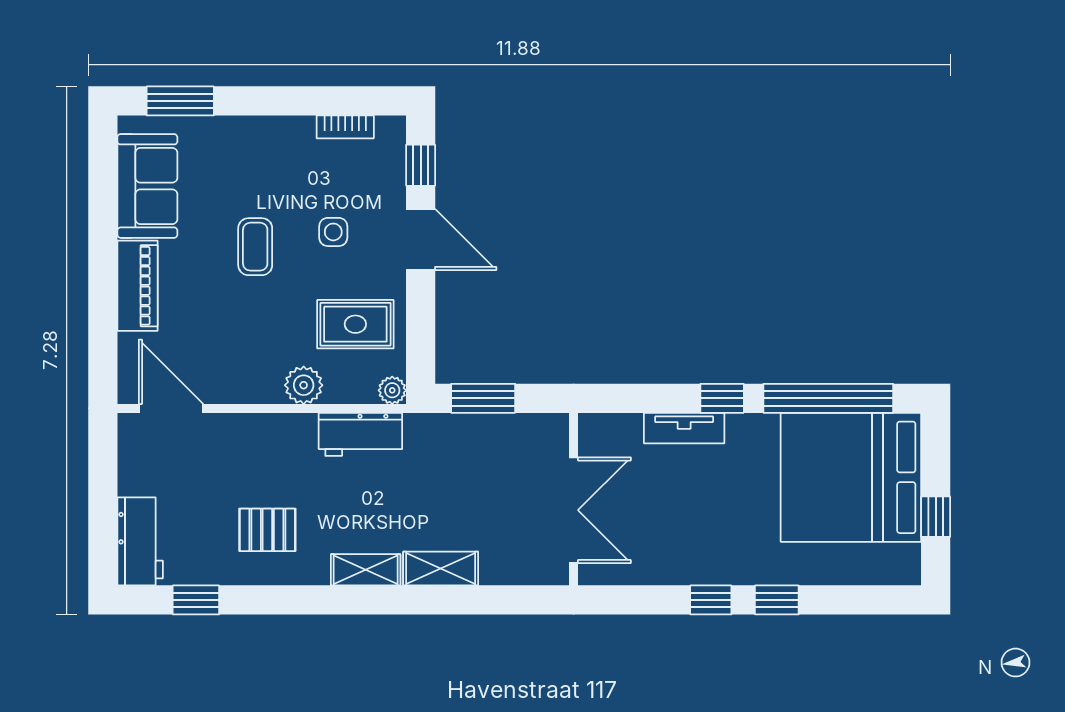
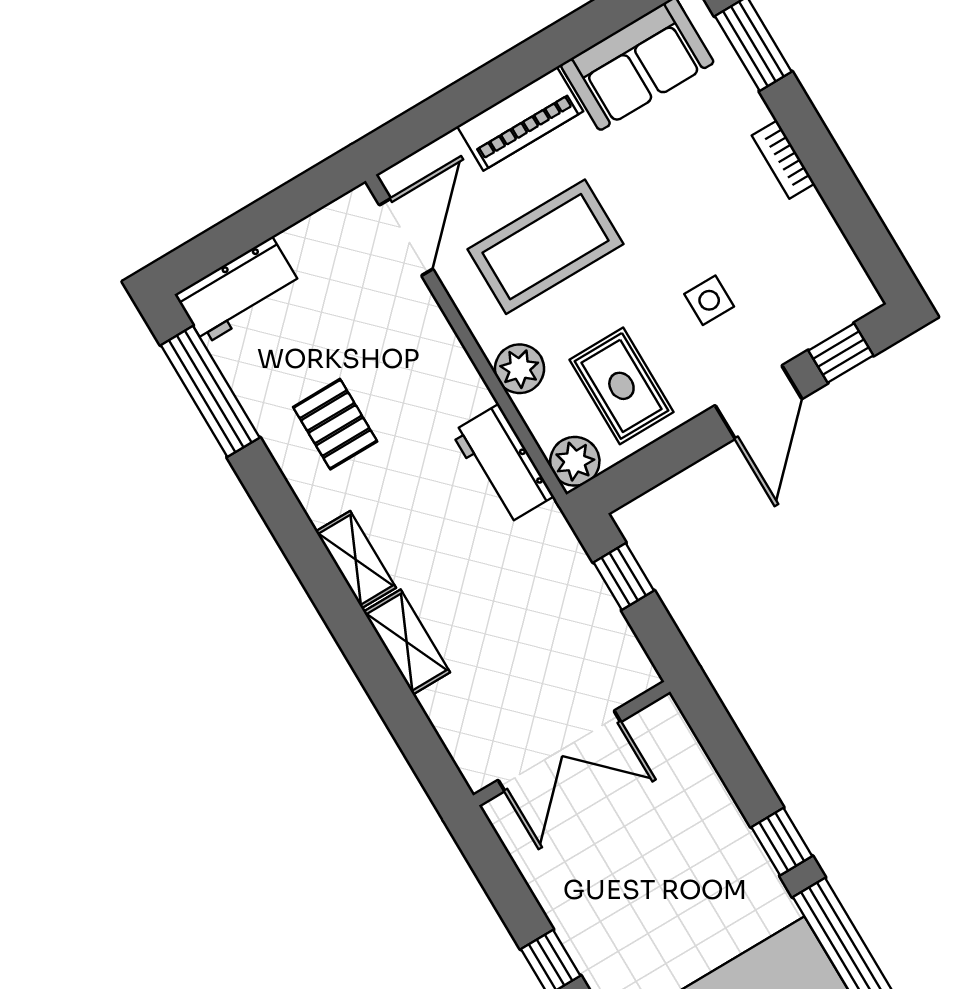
bookcase: (345, 127) -> (783, 160), moved
coffee table: (255, 247) -> (546, 247), moved, width x1.86, depth x1.72
plant: (392, 390) -> (575, 461), width x1.38, depth x1.38
window: (483, 398) -> (624, 577), width x0.67
tv unit: (684, 428) -> (724, 819), removed
window: (196, 600) -> (210, 391), width x2.17

